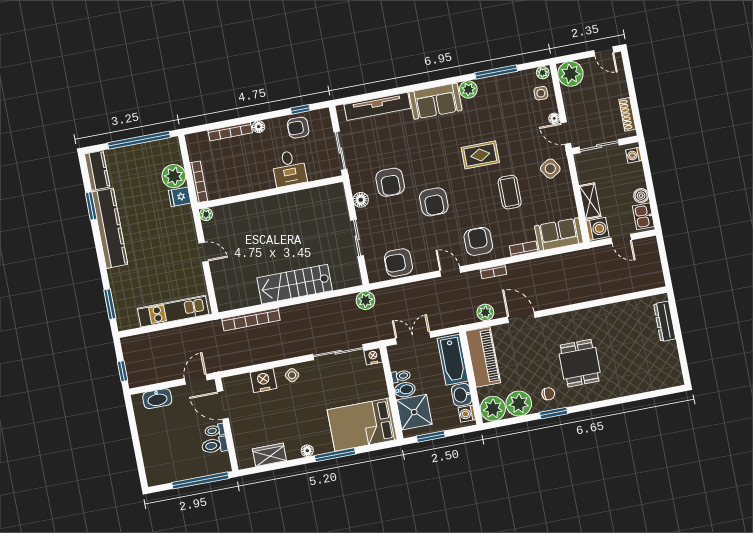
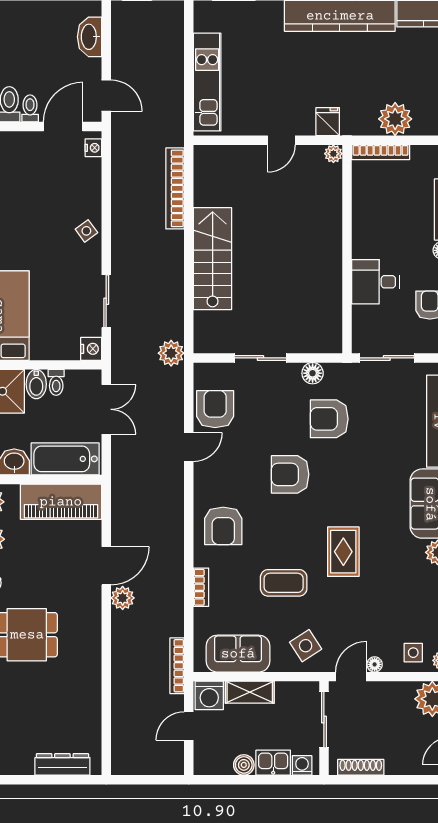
fridge: (180, 197) -> (328, 122), moved
kitchen sink: (643, 216) -> (273, 763), moved
sofa: (559, 234) -> (238, 654), moved, turned -90
armchair: (478, 241) -> (223, 526), turned 90
door: (450, 272) -> (189, 447), moved
bookcase: (493, 272) -> (177, 666), moved, width x1.56
plant: (485, 312) -> (123, 598), moved
sliding door: (338, 352) -> (106, 301), width x0.73
nightstand: (263, 380) -> (93, 148), moved, width x0.53, depth x0.56

